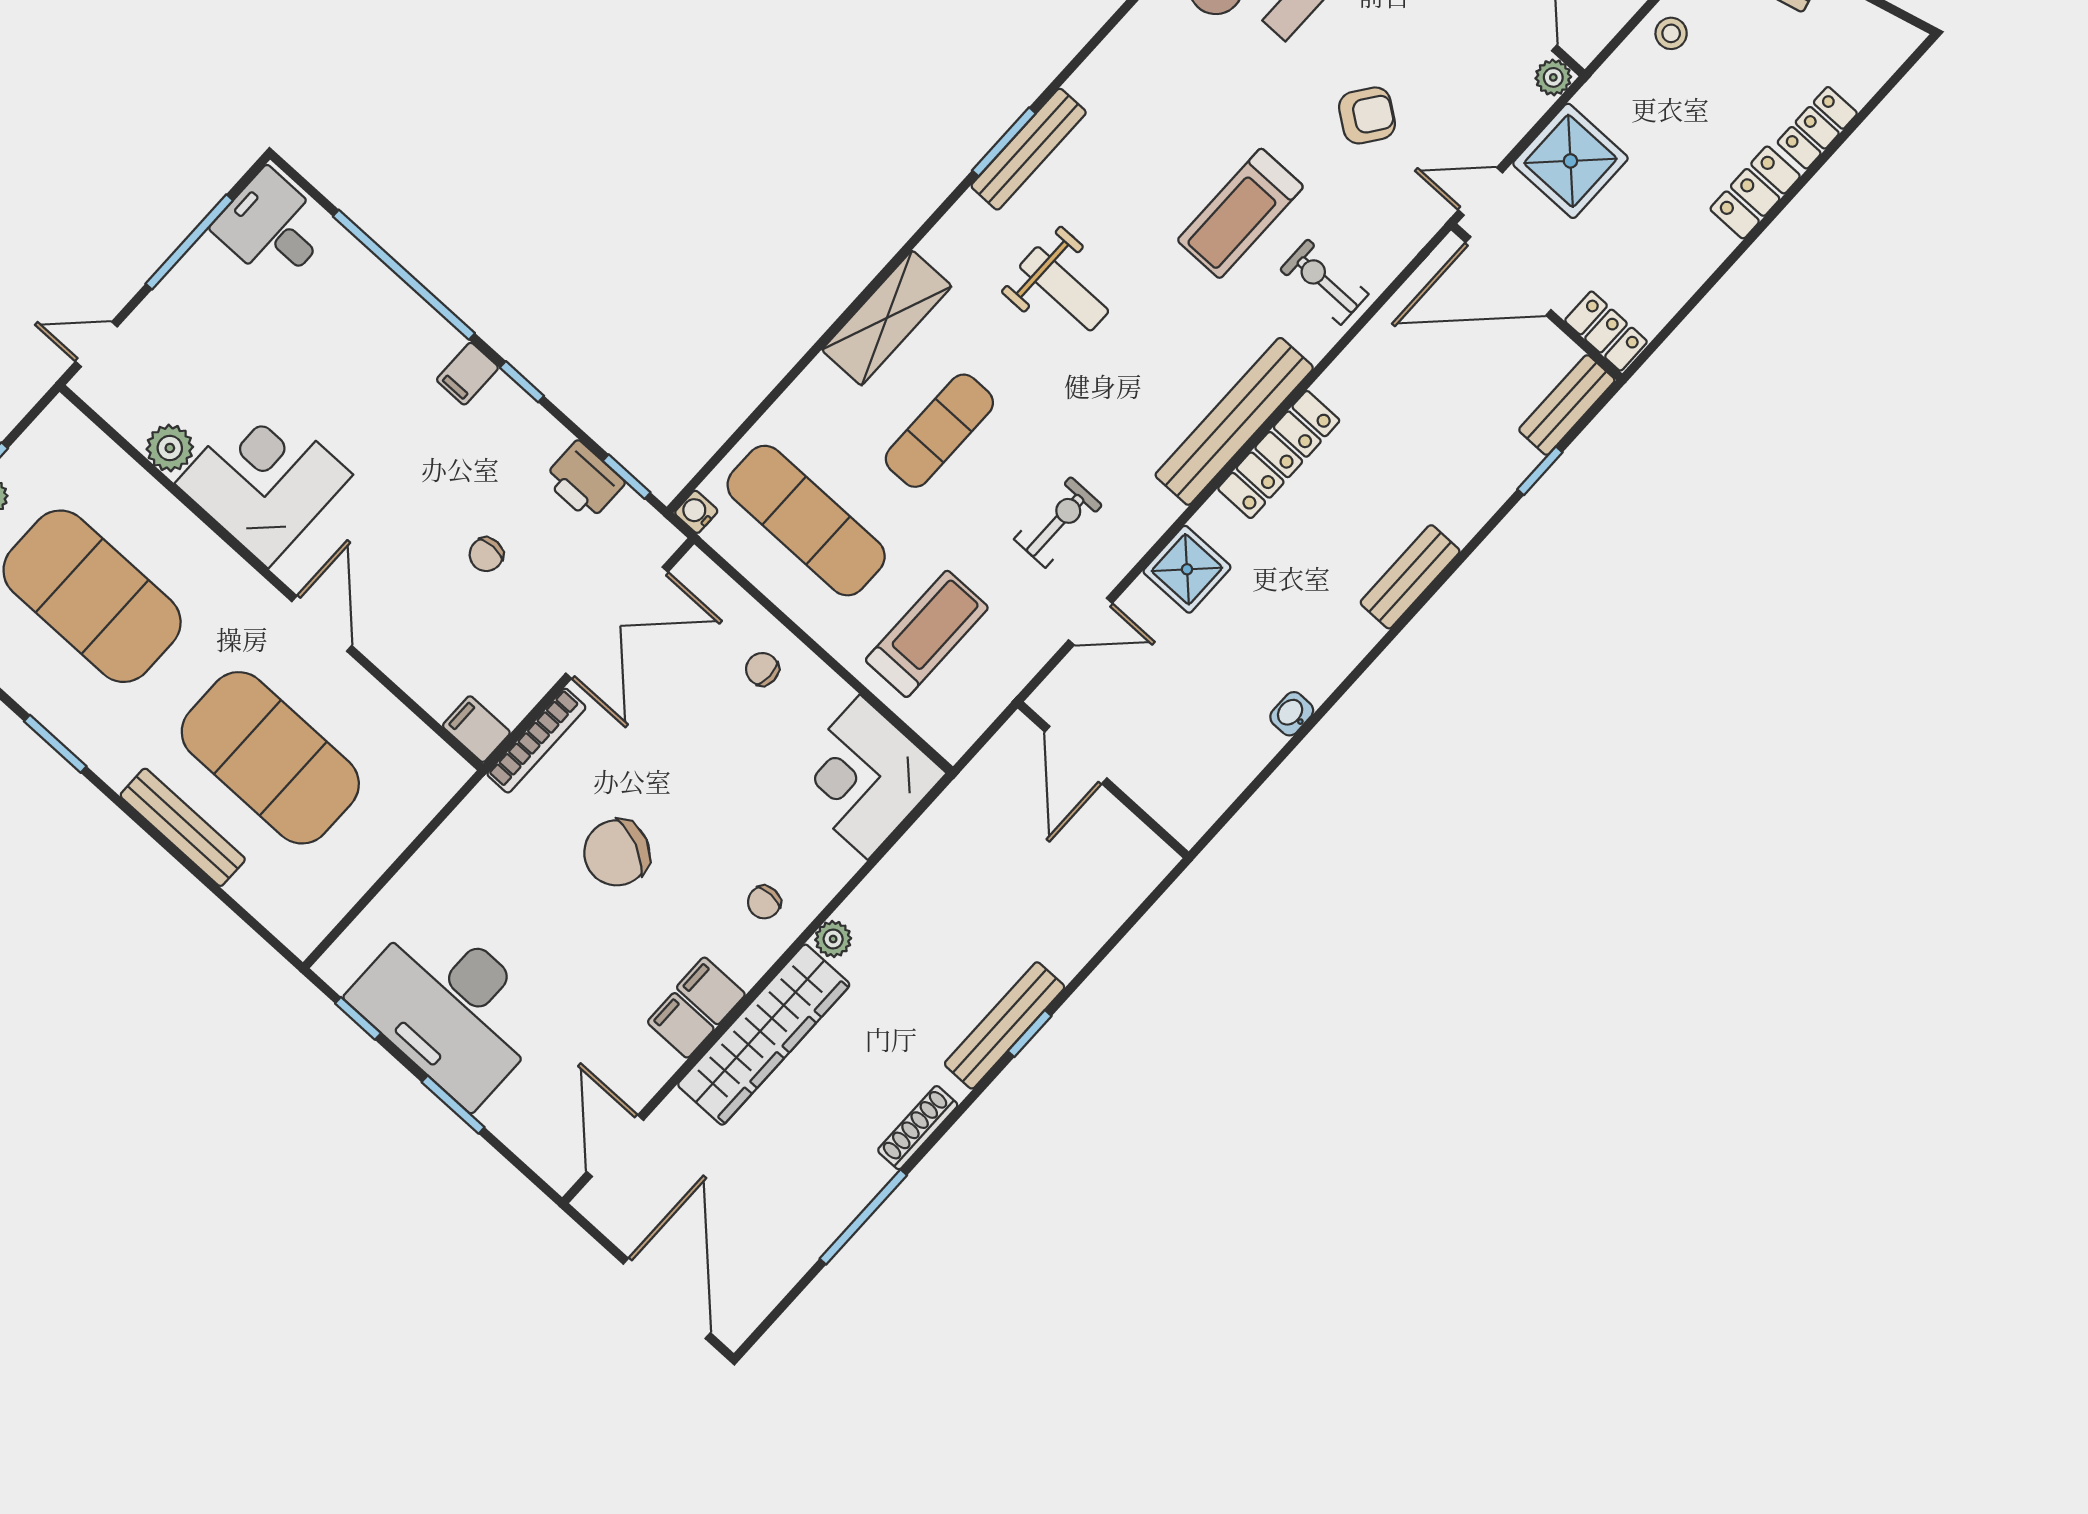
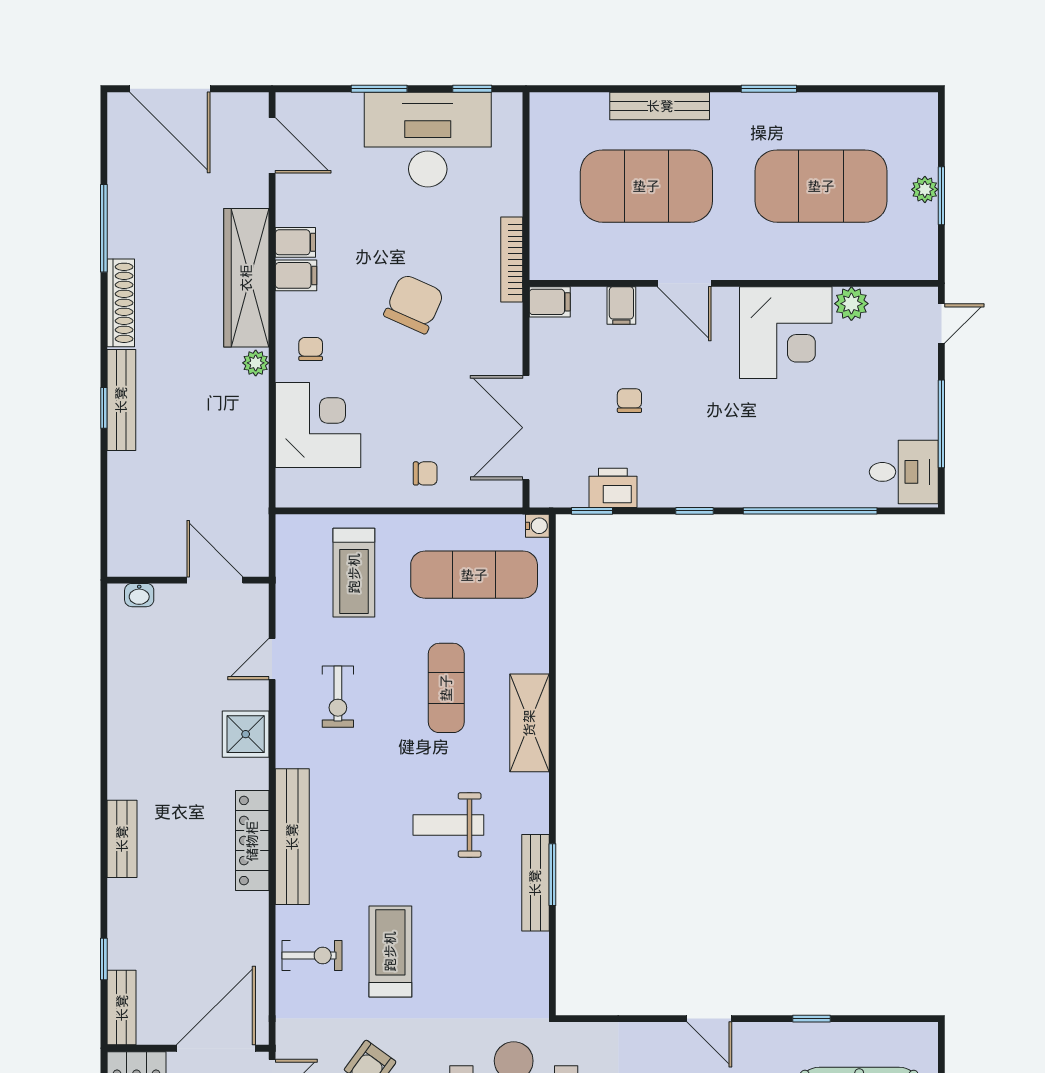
filing cabinet: (467, 374) -> (621, 306), moved, turned 180
washbasin: (1292, 714) -> (139, 595), moved, turned 90
bookcase: (536, 741) -> (512, 259), moved
corner desk: (864, 777) -> (318, 425), moved
shoe rack: (918, 1128) -> (121, 303), width x1.36, depth x1.24

